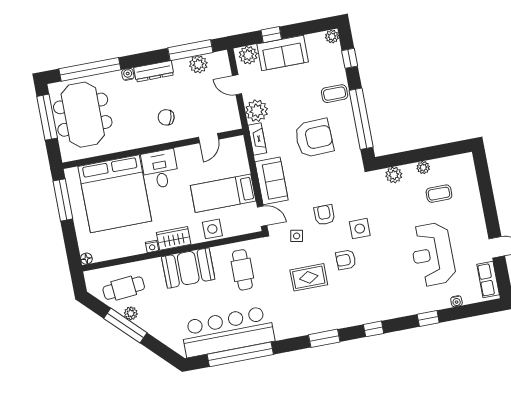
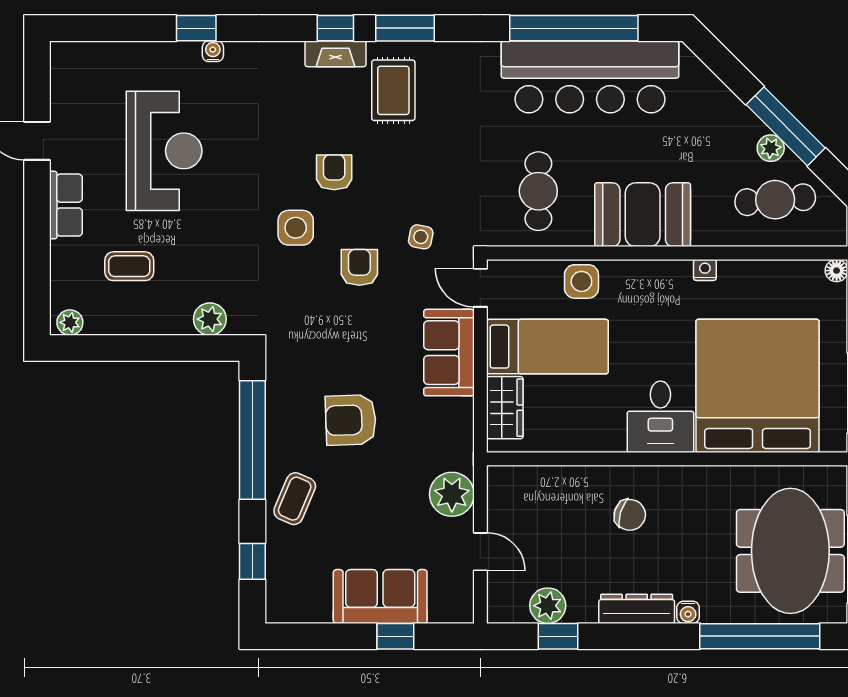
plant: (332, 37) -> (278, 610), removed
window: (190, 50) -> (558, 636), width x0.46
plant: (248, 55) -> (448, 605), removed
coffee table: (335, 94) -> (295, 499), turned -67
door: (209, 138) -> (555, 459), removed
armchair: (314, 138) -> (351, 420), width x0.73, depth x0.73
fireplace: (257, 139) -> (336, 54), moved, turned -90
plant: (423, 168) -> (70, 322), moved
armchair: (324, 215) -> (359, 267), turned 180
wardrobe: (174, 238) -> (505, 408), moved, turned -90
armchair: (346, 260) -> (334, 172), turned -90
rug: (309, 277) -> (393, 90), moved, turned 90
row of seats: (488, 279) -> (66, 205), moved
water cooler: (456, 301) -> (213, 51), moved
window: (374, 329) -> (335, 28), moved

